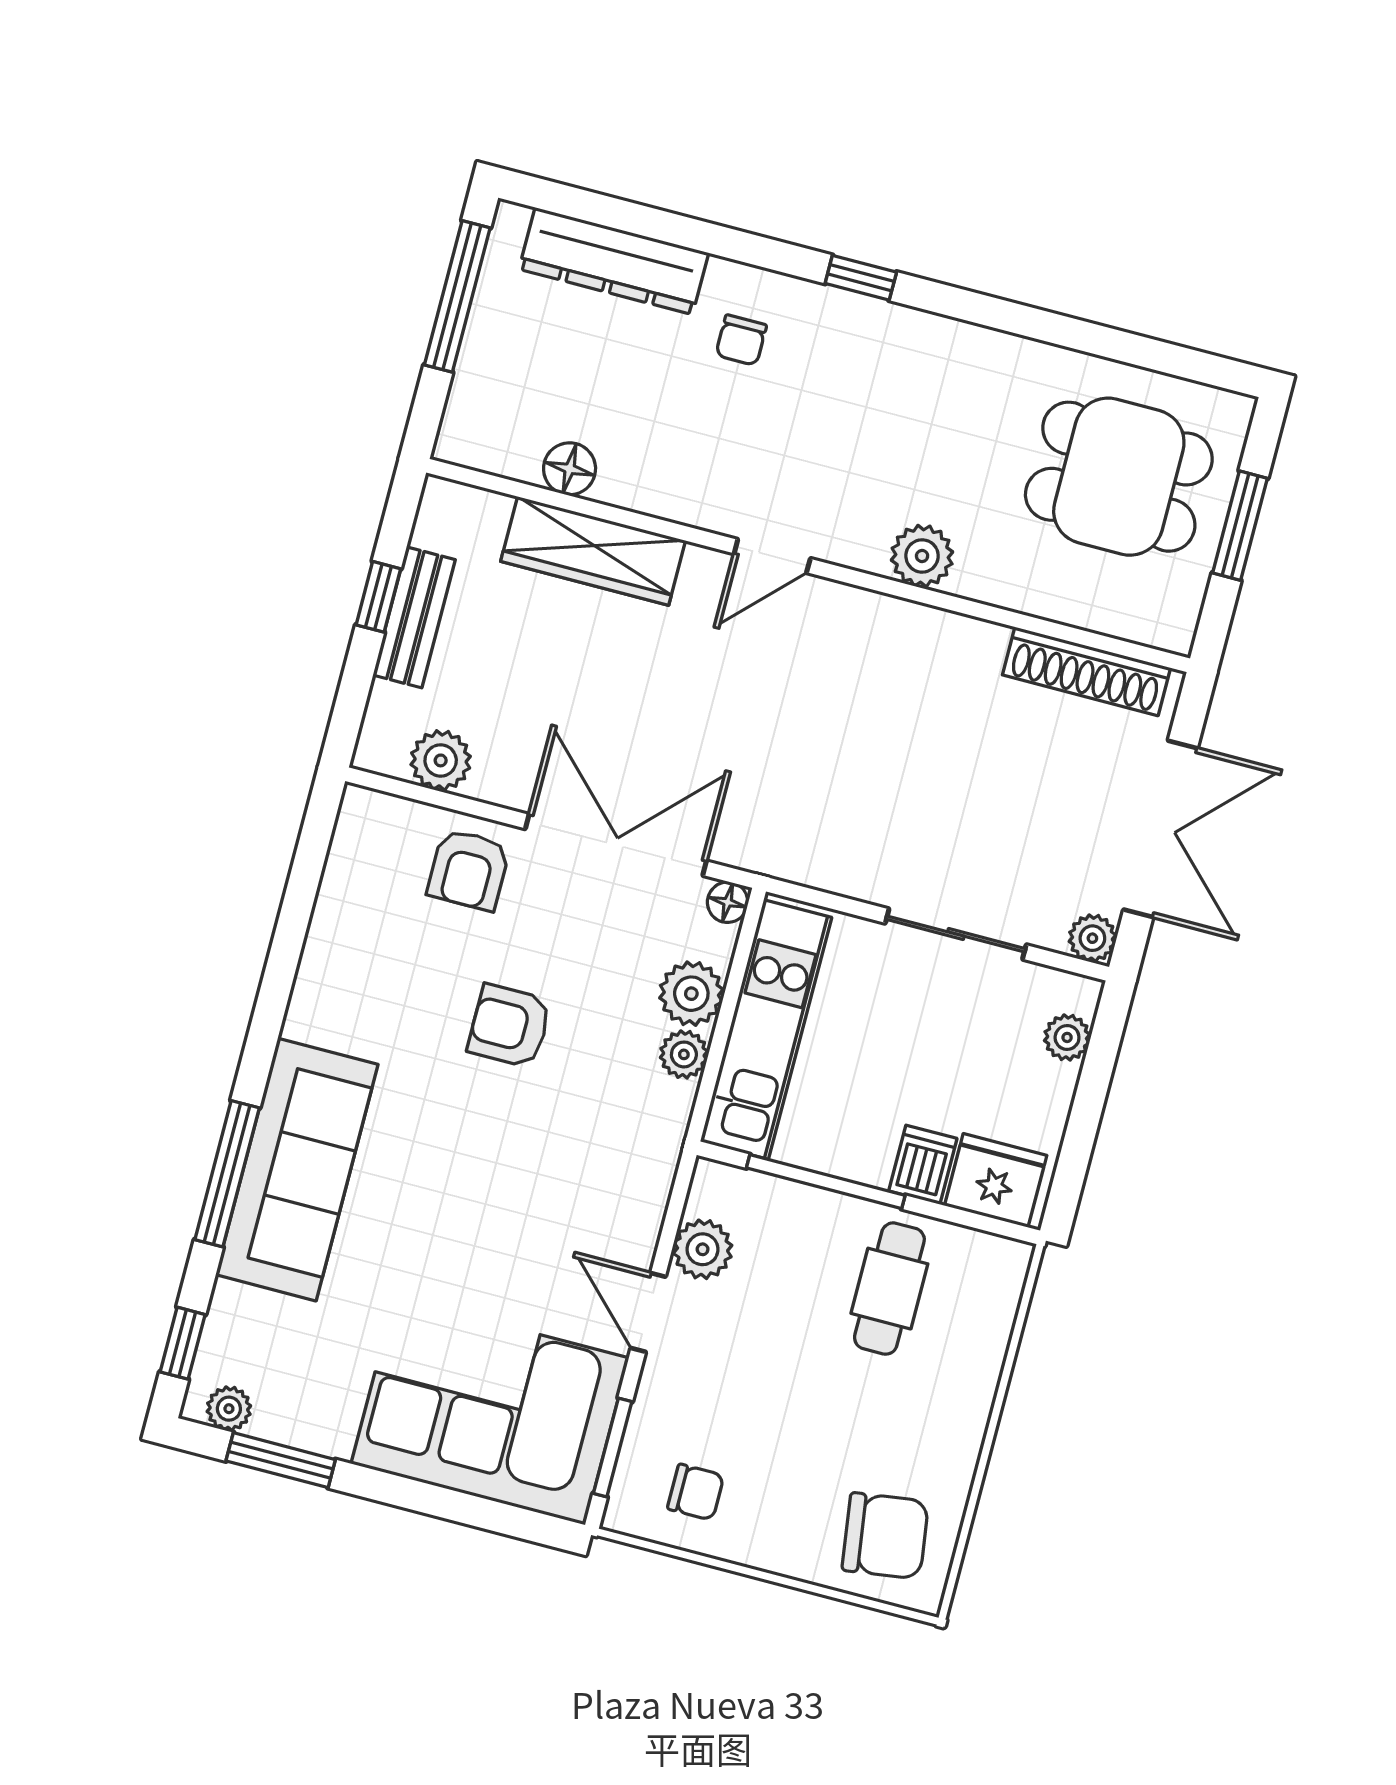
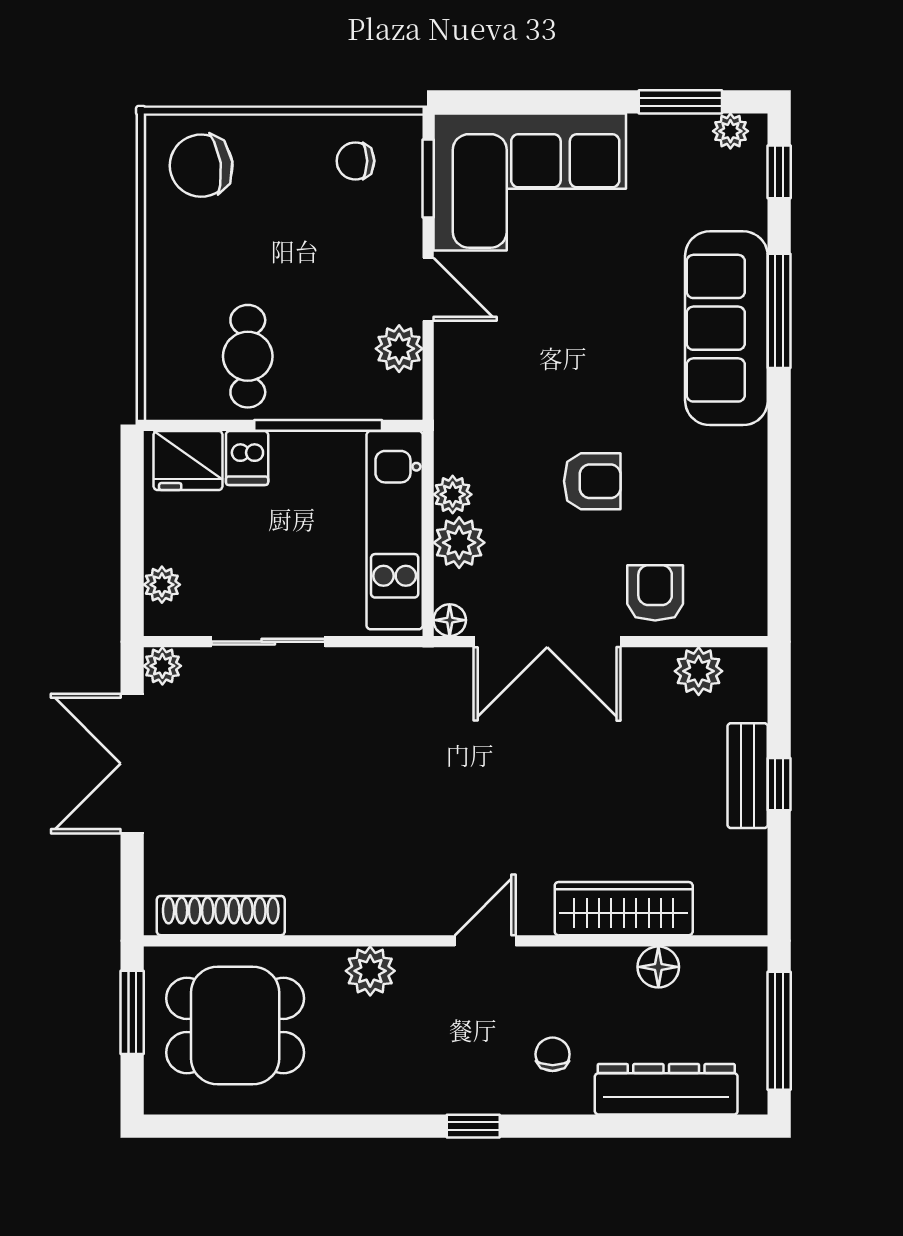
floor lamp: (570, 469) -> (658, 967), moved
wardrobe: (593, 551) -> (624, 909), moved
door: (772, 556) -> (485, 941), moved
plant: (922, 556) -> (370, 971), moved
wall: (808, 565) -> (456, 941), moved
shoe rack: (1087, 671) -> (221, 916), moved

